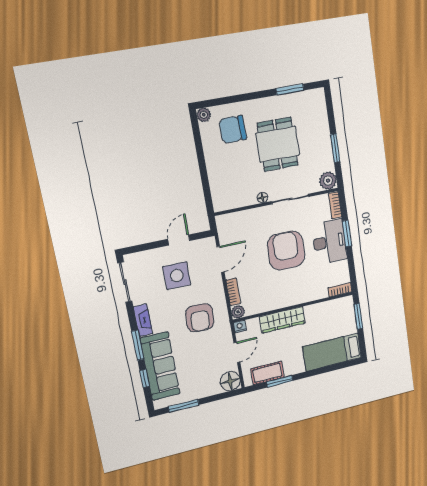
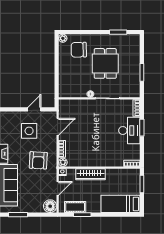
plant: (328, 181) -> (134, 92), removed
armchair: (286, 251) -> (100, 130), removed

